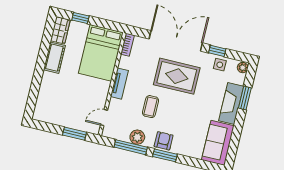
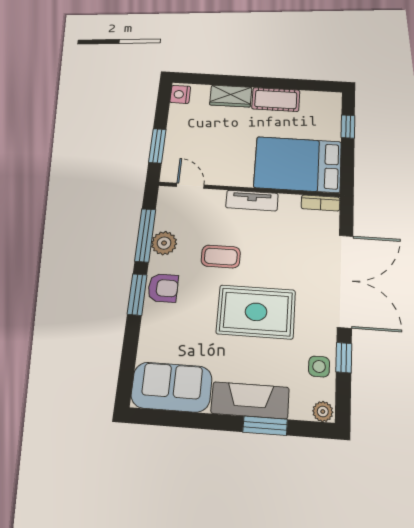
wardrobe: (60, 30) -> (231, 96), moved
rug: (177, 76) -> (256, 312), moved, turned 90
nightstand: (41, 115) -> (180, 94), added

